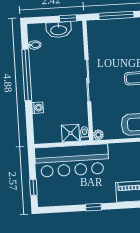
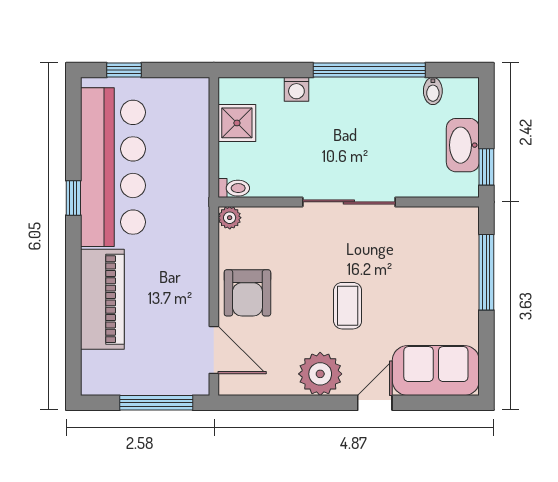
shower: (70, 133) -> (237, 123), moved
bar counter: (72, 161) -> (113, 167), moved, turned 180

